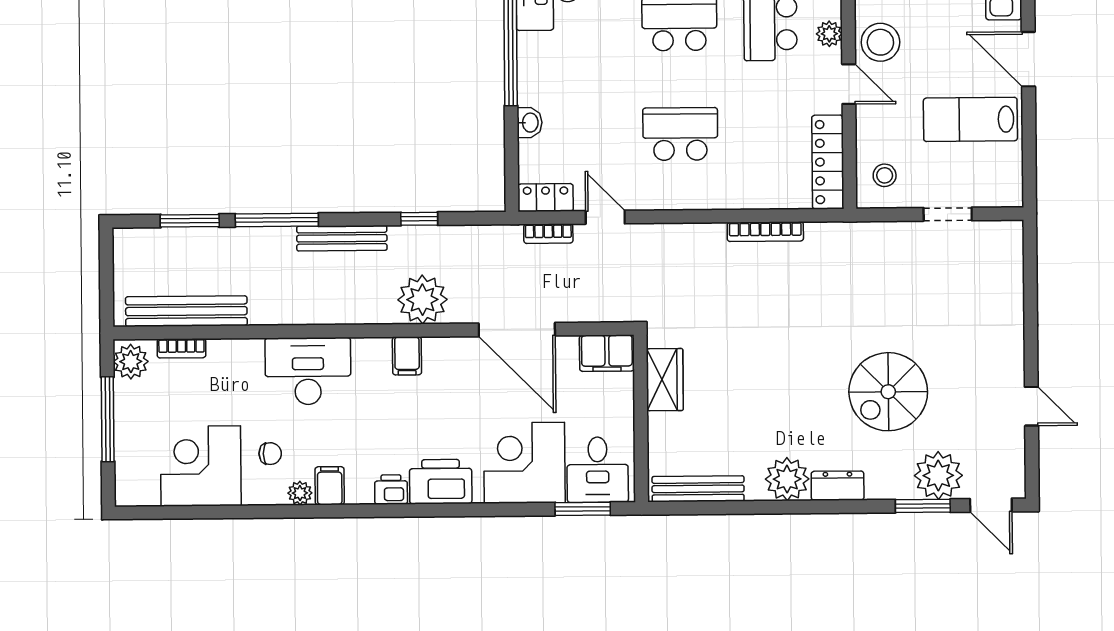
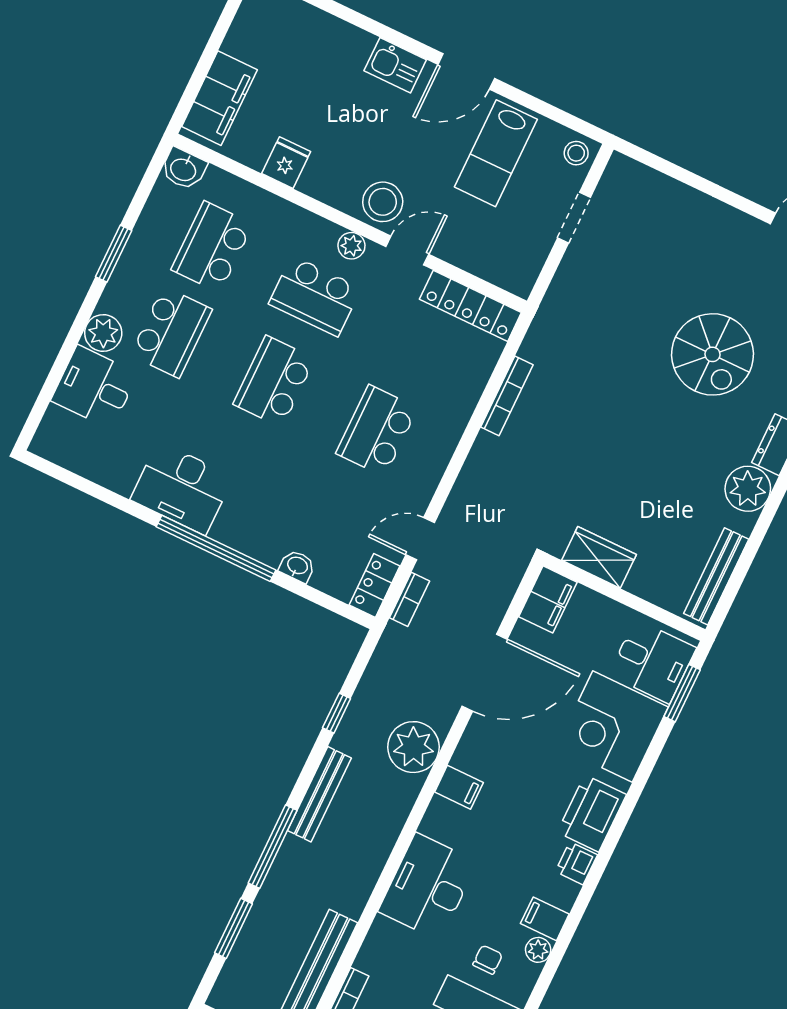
stool: (885, 175) -> (576, 153), moved

